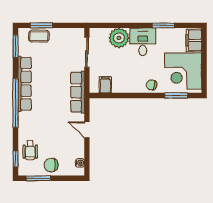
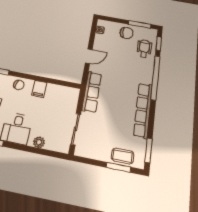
plant: (119, 38) -> (39, 142), width x0.53, depth x0.53
filing cabinet: (105, 85) -> (39, 89), moved
window: (16, 103) -> (155, 78), moved
door: (87, 130) -> (89, 56), hinge flipped

